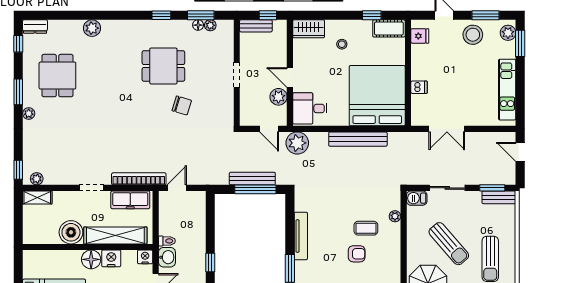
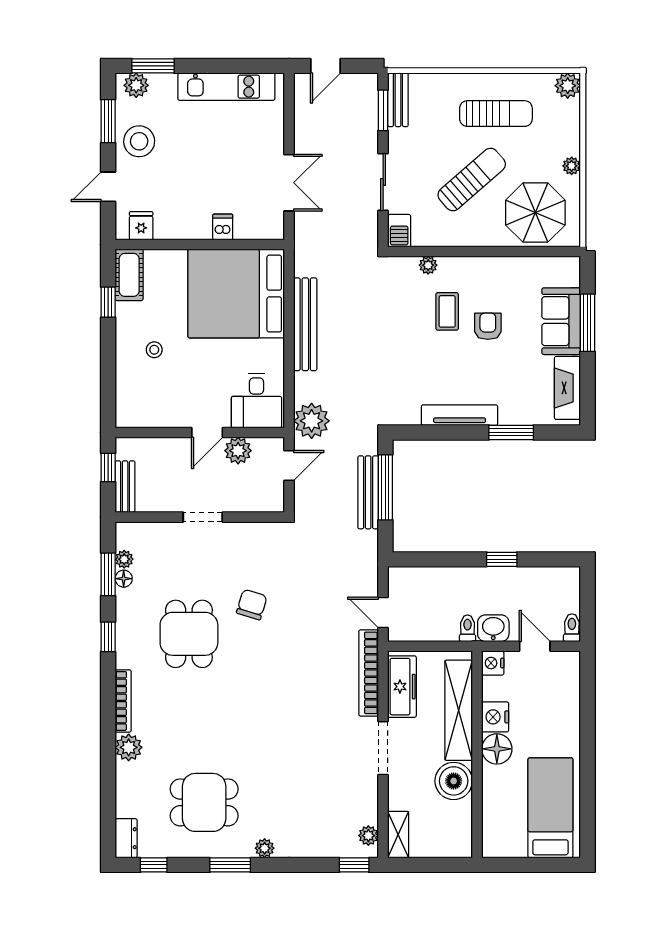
bookcase: (121, 25) -> (123, 701), added
wardrobe: (309, 29) -> (130, 403), removed
doorway: (92, 188) -> (383, 748), width x1.38

